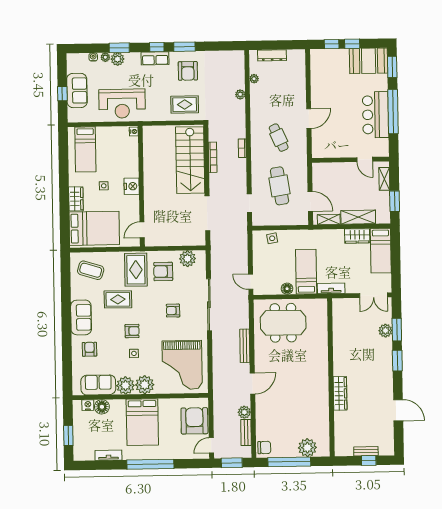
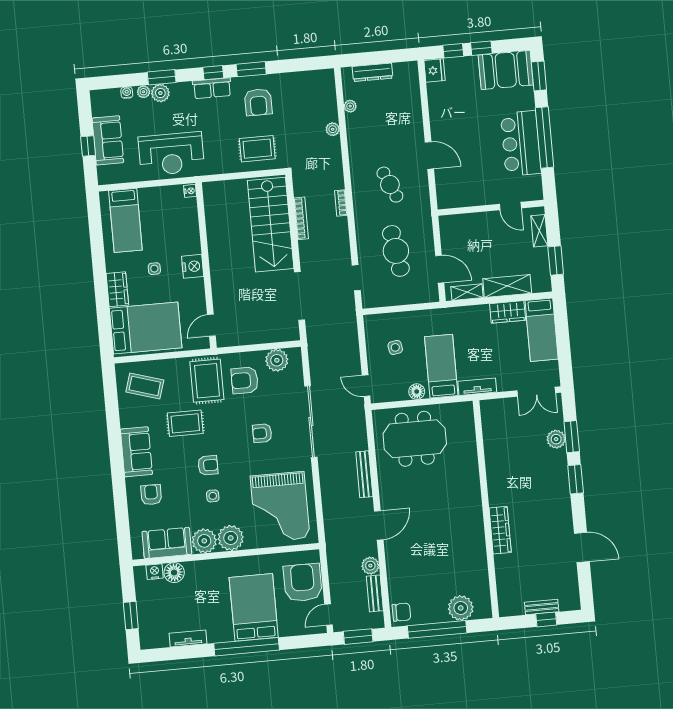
fridge: (317, 57) -> (434, 71), added
door: (309, 119) -> (429, 155), hinge flipped
side table: (272, 238) -> (395, 347), moved
bed: (142, 422) -> (254, 607), moved, turned 180

